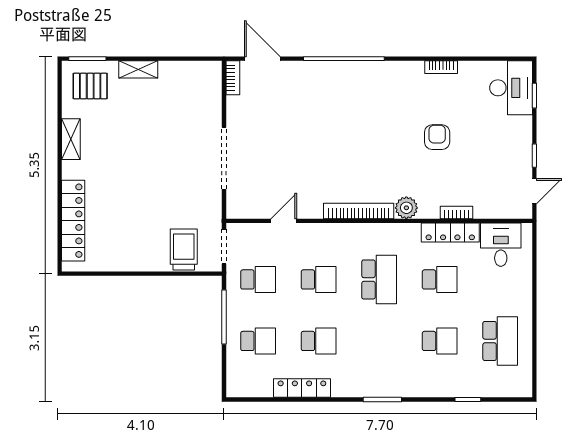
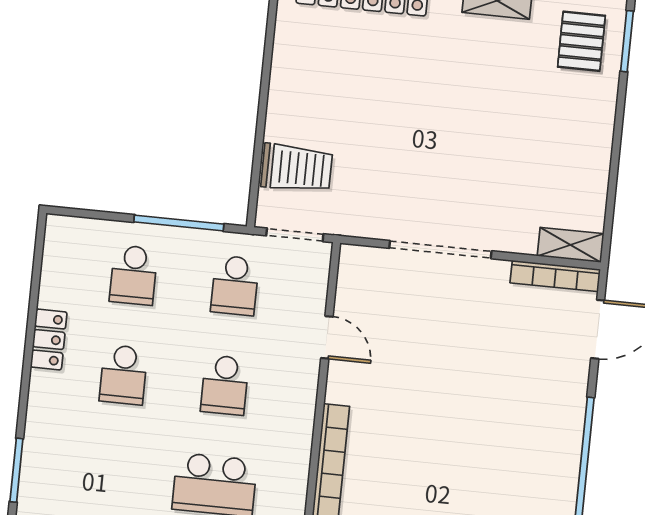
shelving: (138, 69) -> (571, 245), moved, turned 90
bookcase: (233, 78) -> (555, 276), width x1.56
locker: (302, 388) -> (49, 340), width x0.66

